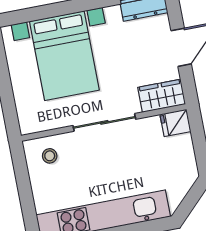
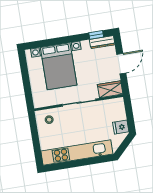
fridge: (175, 123) -> (121, 127), moved

